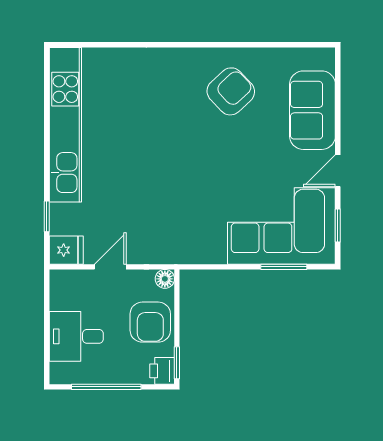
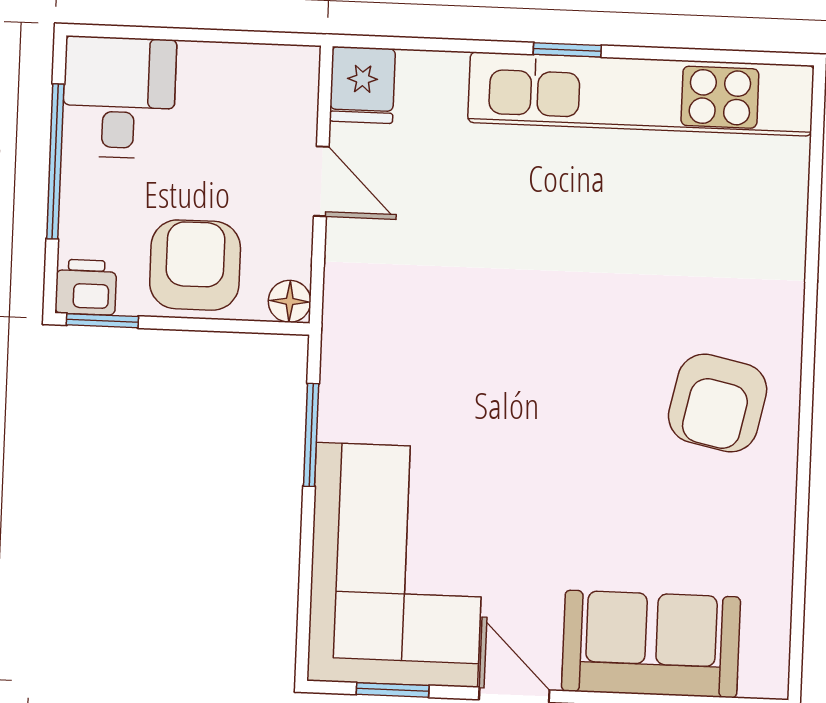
armchair: (231, 91) -> (718, 403), moved, turned 55
window: (47, 216) -> (567, 50), moved
window: (284, 267) -> (311, 435), moved
armchair: (150, 322) -> (195, 265), turned 90
desk: (76, 336) -> (119, 97), moved

